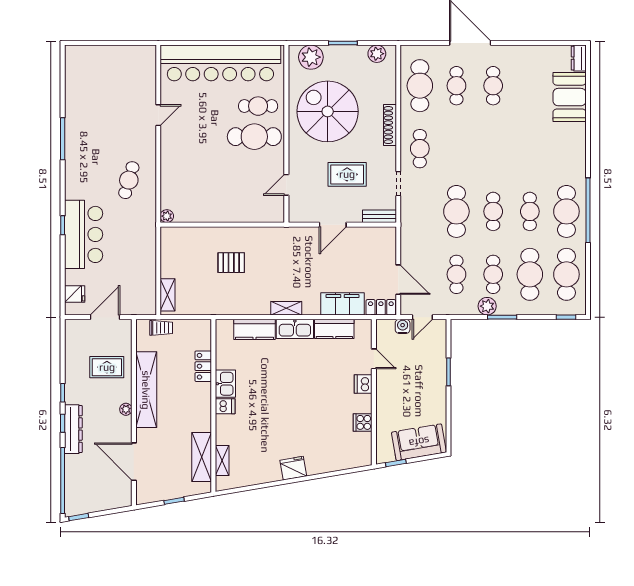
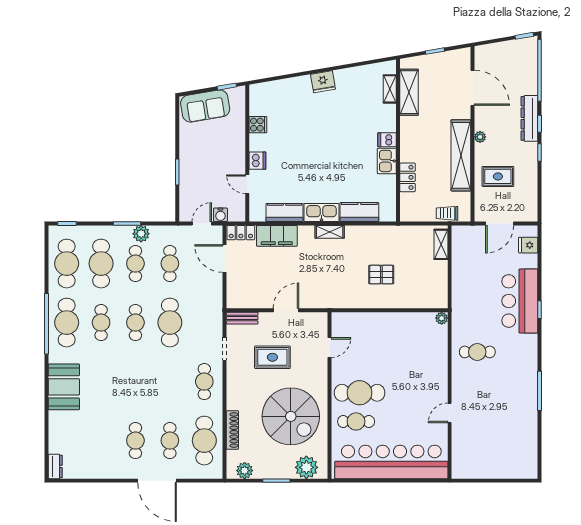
booth: (570, 97) -> (64, 387), moved
shoe rack: (390, 125) -> (232, 430), moved
cafe table: (129, 180) -> (477, 352), turned 74

